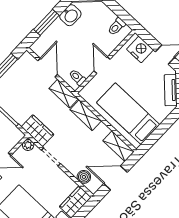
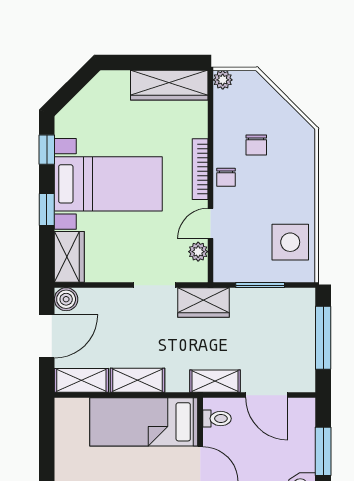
bed: (128, 114) -> (144, 422), moved, turned 180
shelving: (86, 115) -> (137, 380), moved
plant: (28, 145) -> (198, 252), moved
boiler: (84, 177) -> (66, 299), moved

